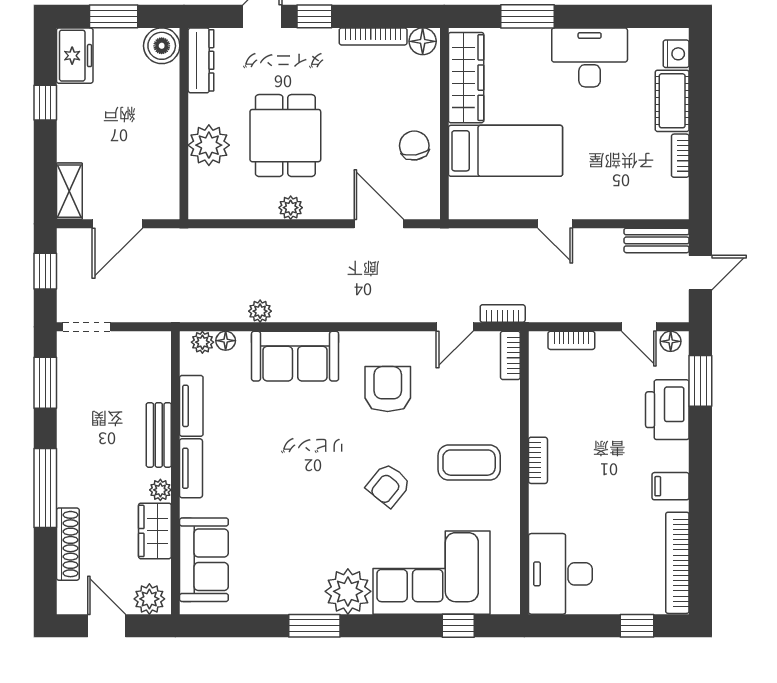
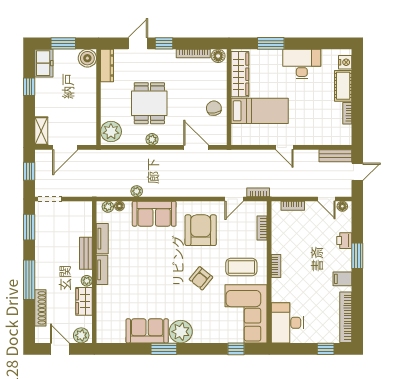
plant: (209, 145) -> (111, 131), moved
bookcase: (510, 355) -> (262, 228), moved
window: (700, 381) -> (357, 256), moved
armchair: (388, 389) -> (201, 230), width x1.36, depth x1.36
printer: (667, 410) -> (344, 241), width x0.53, depth x0.68
sofa: (204, 560) -> (147, 331), moved, turned -90
corner sofa: (431, 573) -> (246, 314), moved, turned -90

